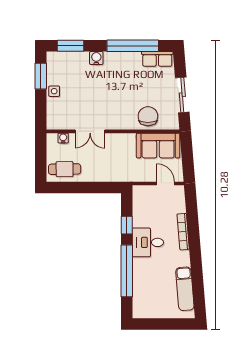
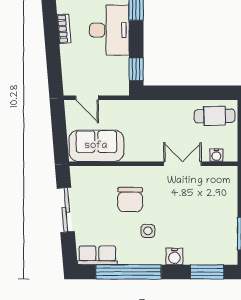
side table: (54, 91) -> (148, 231), moved
chair: (148, 116) -> (130, 200), moved
window: (127, 225) -> (136, 69), moved
bookcase: (183, 232) -> (64, 29), width x0.64
desk: (148, 242) -> (109, 30), width x1.37

